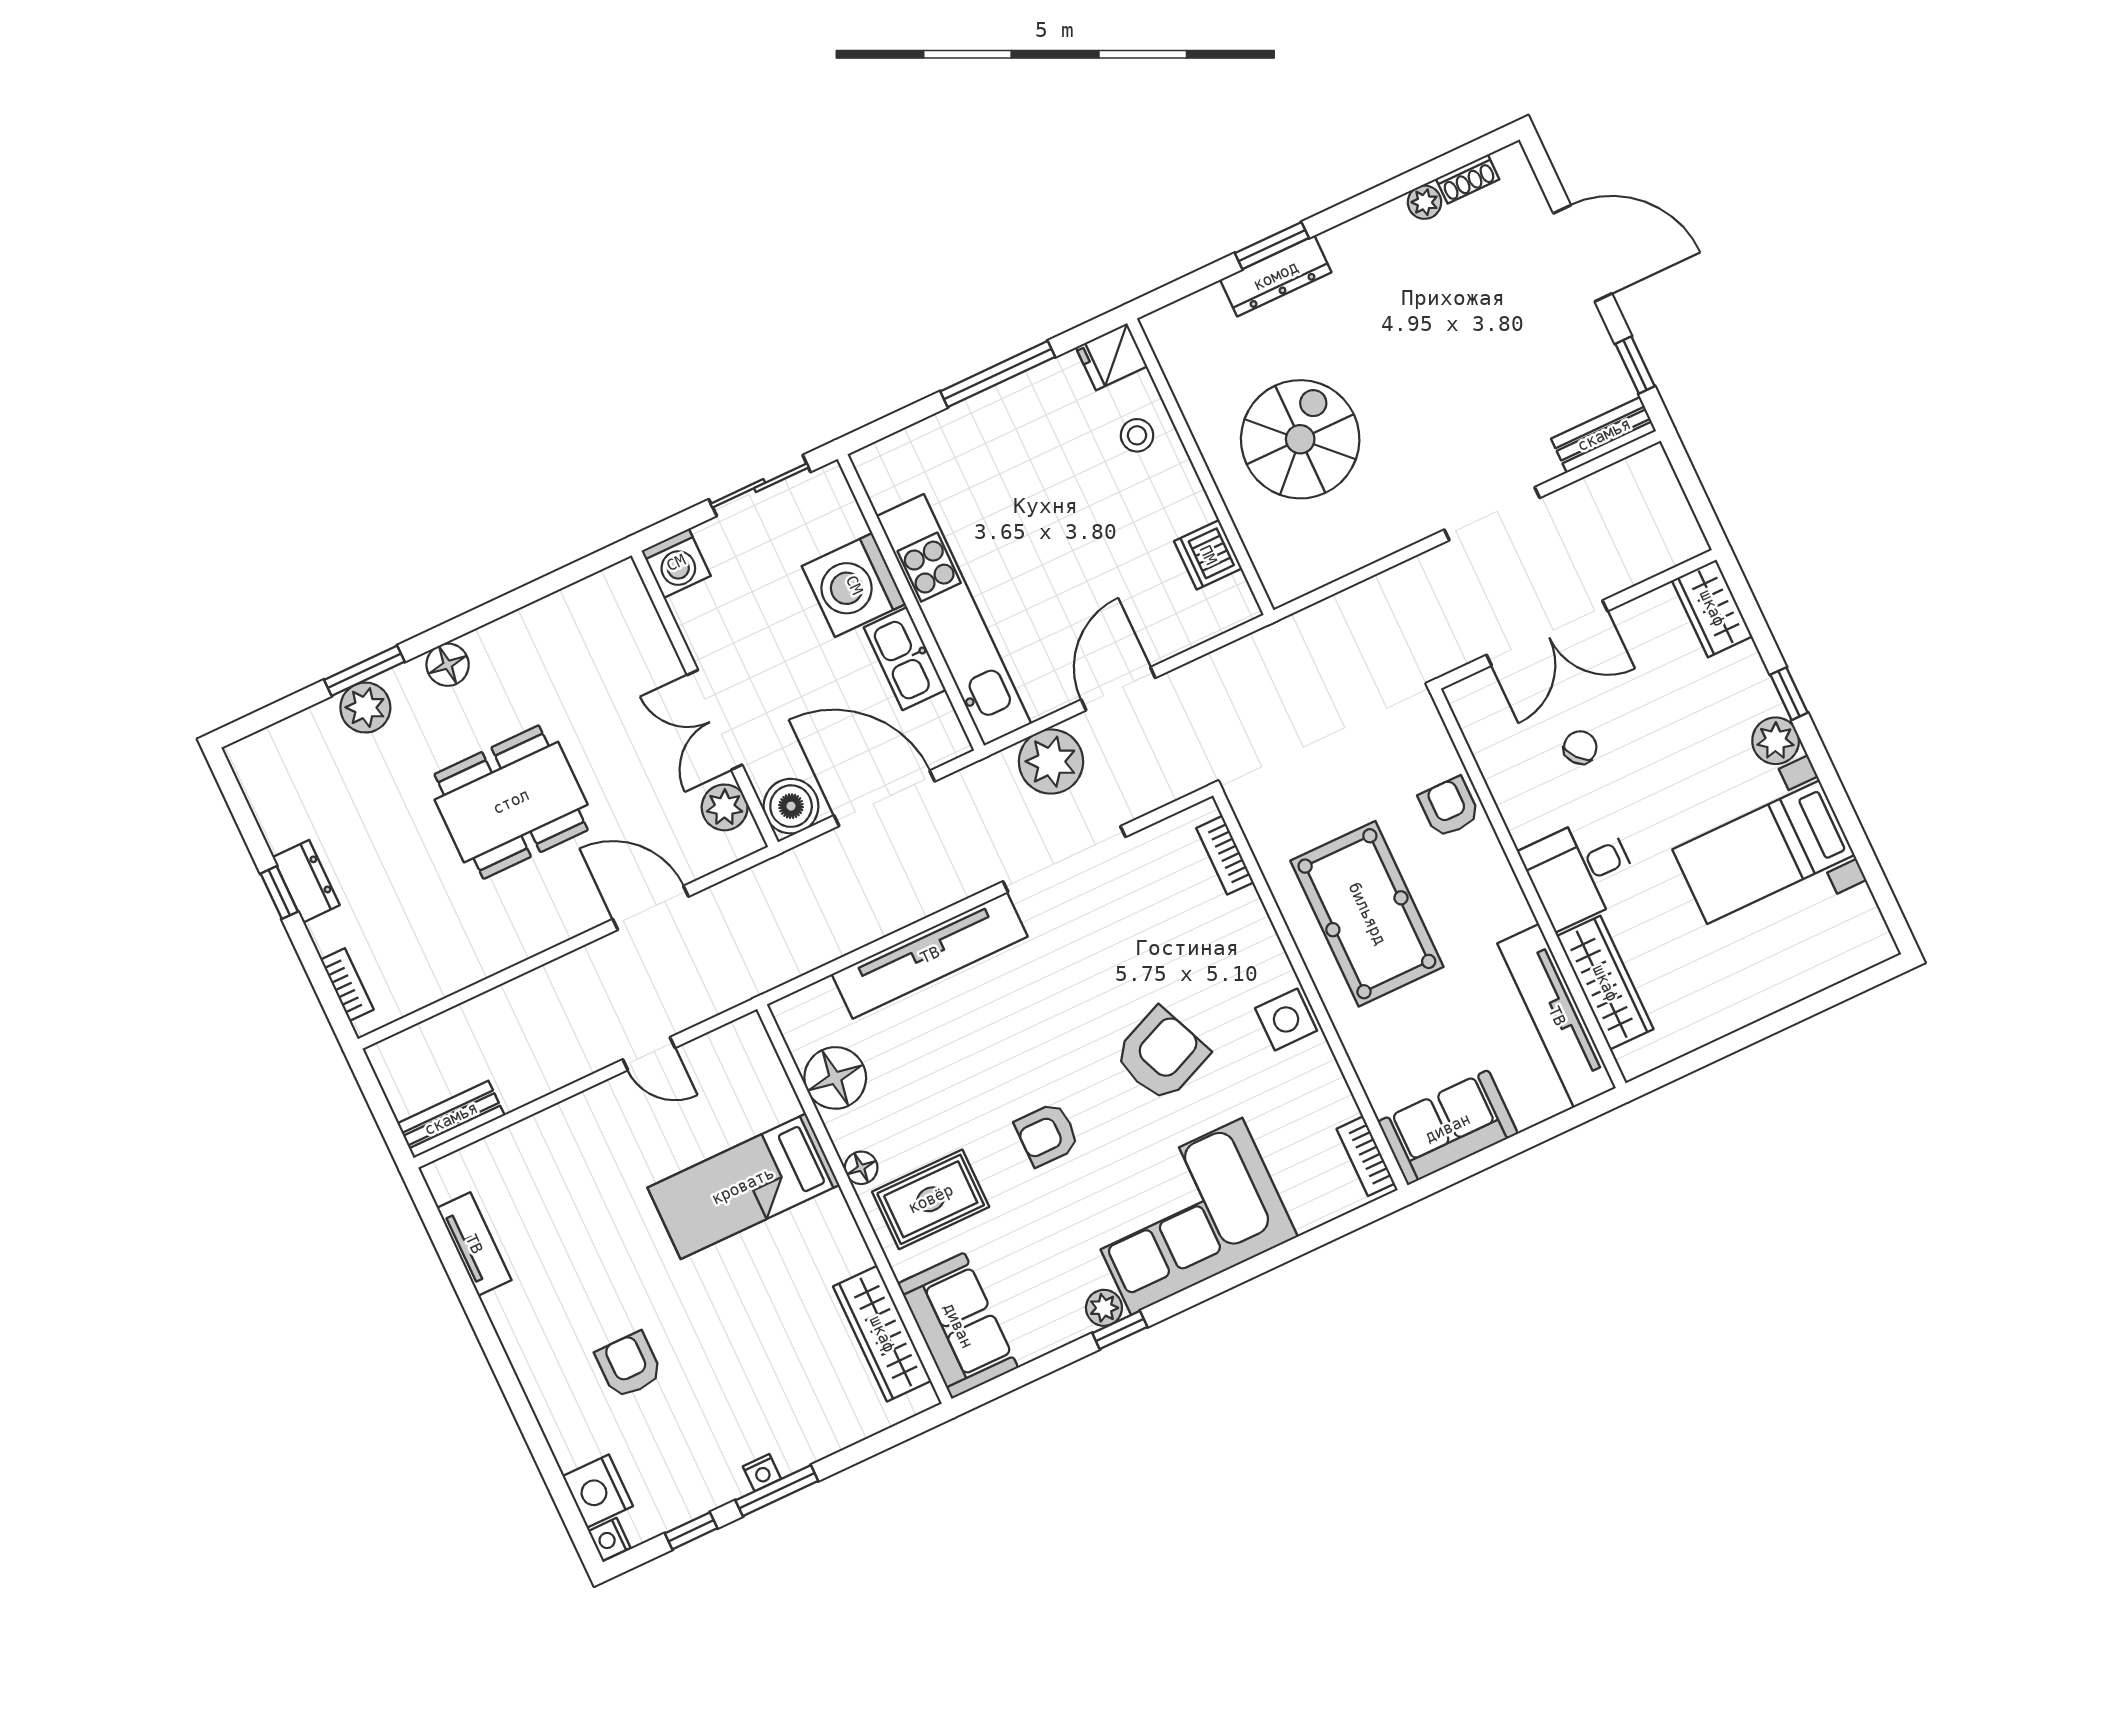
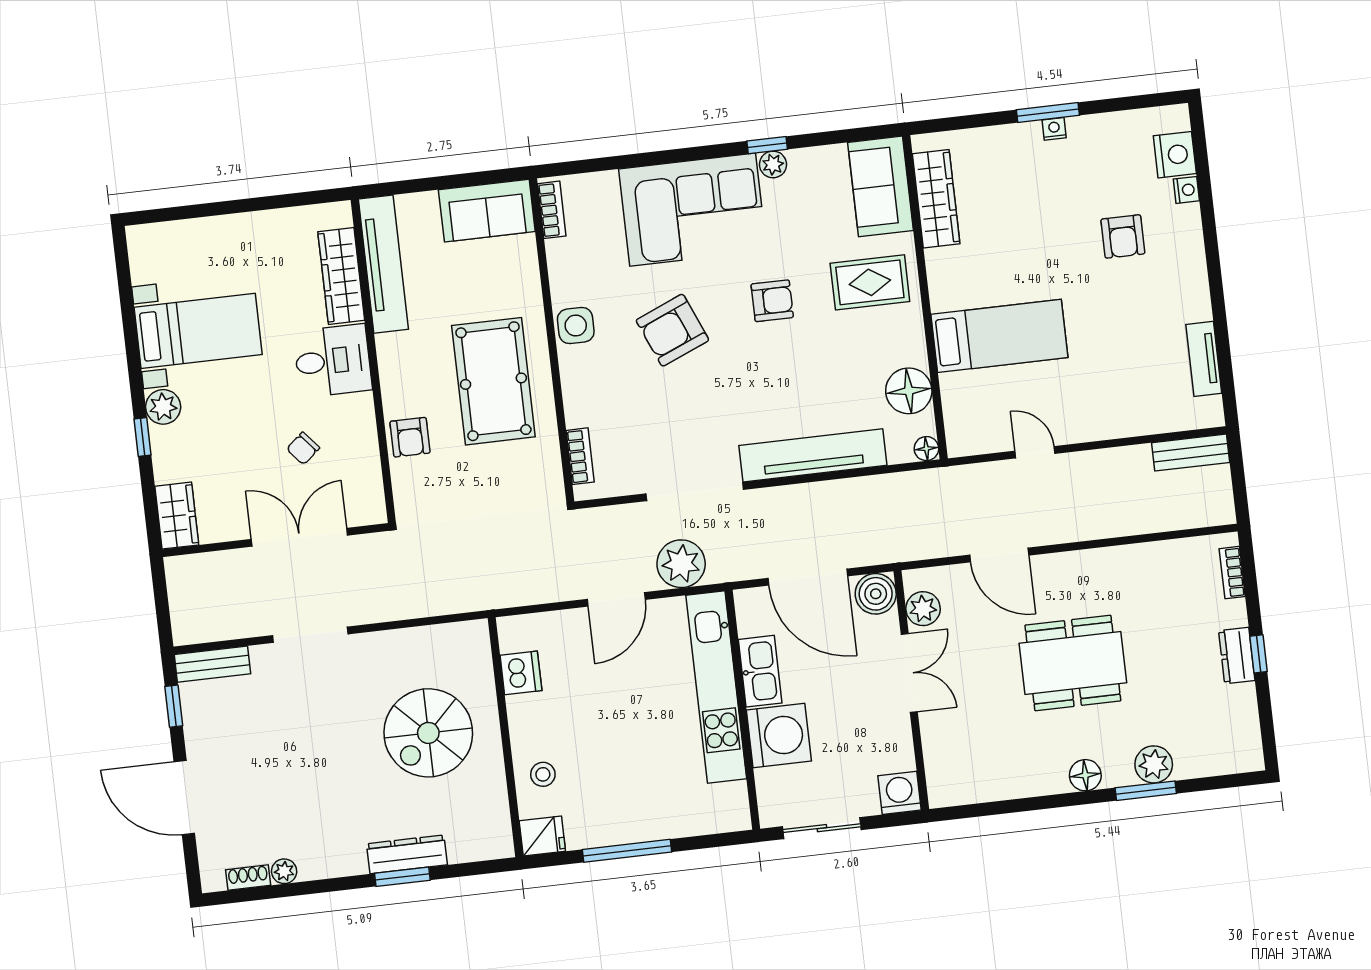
floor lamp: (861, 1168) -> (926, 449), moved
window: (691, 1531) -> (1118, 104), removed
nightstand: (609, 1539) -> (1186, 190), moved

